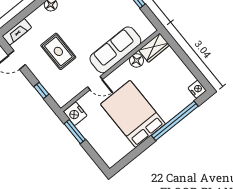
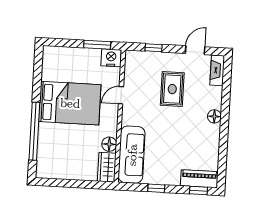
sofa: (115, 50) -> (132, 155), moved
rug: (58, 51) -> (172, 89), turned 90
nightstand: (197, 89) -> (43, 171), removed

